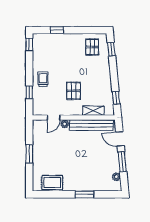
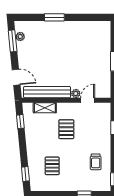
pallet: (92, 47) -> (52, 166), moved
trolley: (43, 79) -> (96, 162), moved
window: (122, 162) -> (13, 41), moved
rug: (52, 182) -> (89, 30), removed

